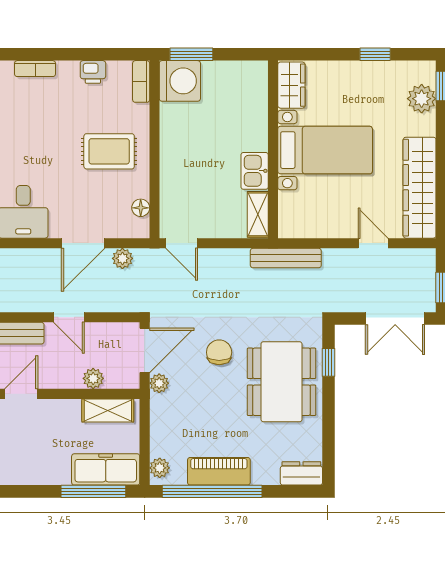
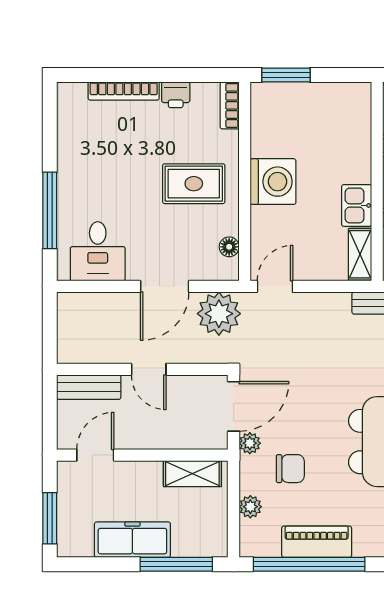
bookcase: (35, 69) -> (124, 91), width x1.56
washing machine: (180, 81) -> (273, 182), moved
door: (182, 243) -> (275, 286), swing flipped
plant: (122, 258) -> (219, 314), width x1.88, depth x1.88
chair: (219, 352) -> (290, 469), moved, turned 90
plant: (93, 378) -> (176, 438), removed
plant: (160, 468) -> (250, 507), moved
freezer: (106, 469) -> (132, 540), moved

